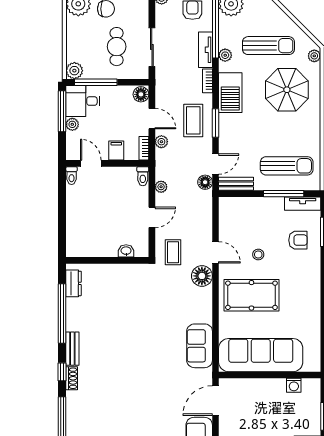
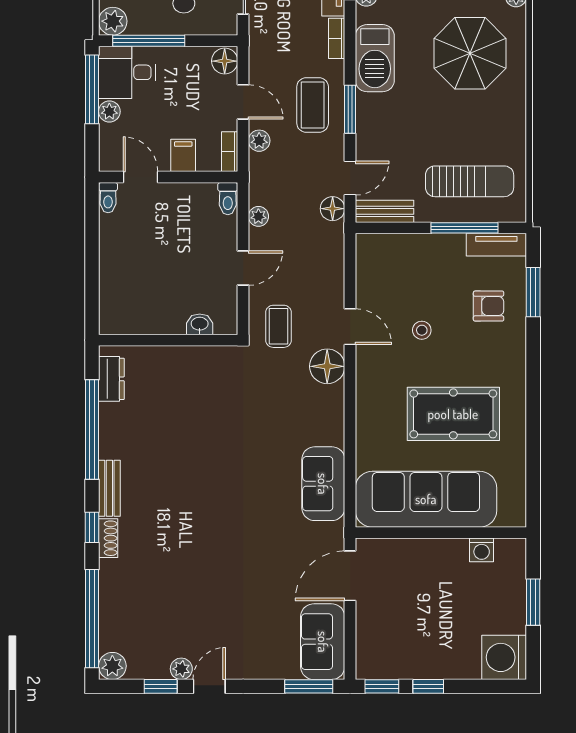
pool table: (251, 295) -> (453, 414), moved

